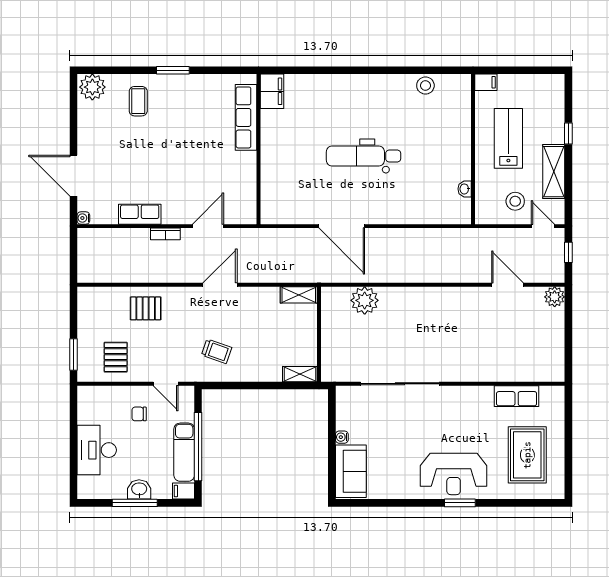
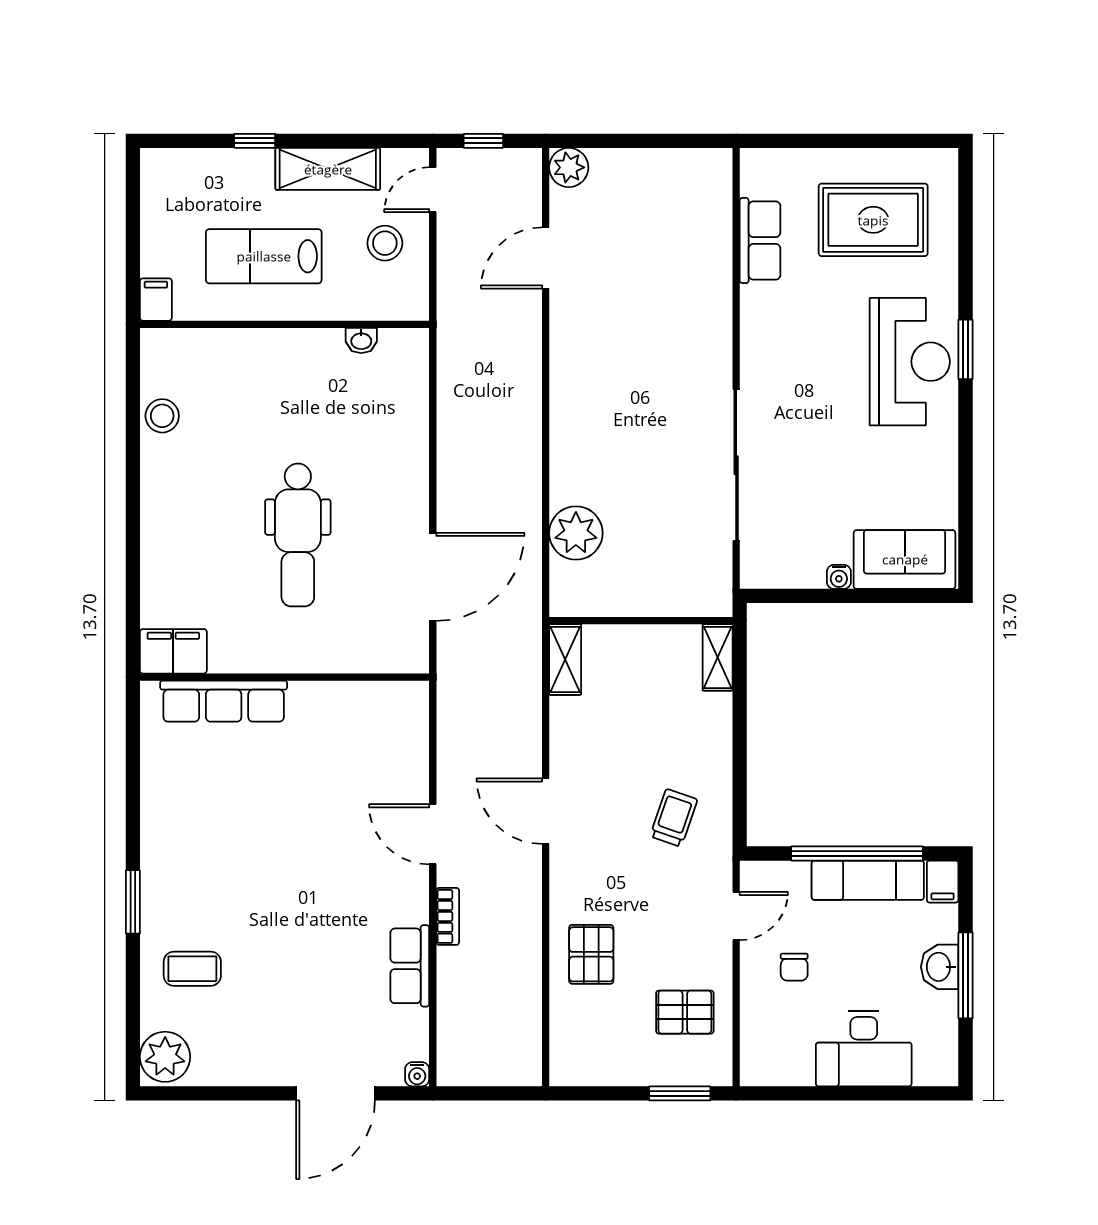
filing cabinet: (272, 91) -> (173, 651), moved
row of seats: (246, 117) -> (224, 701), moved
wall: (259, 149) -> (285, 677), moved

